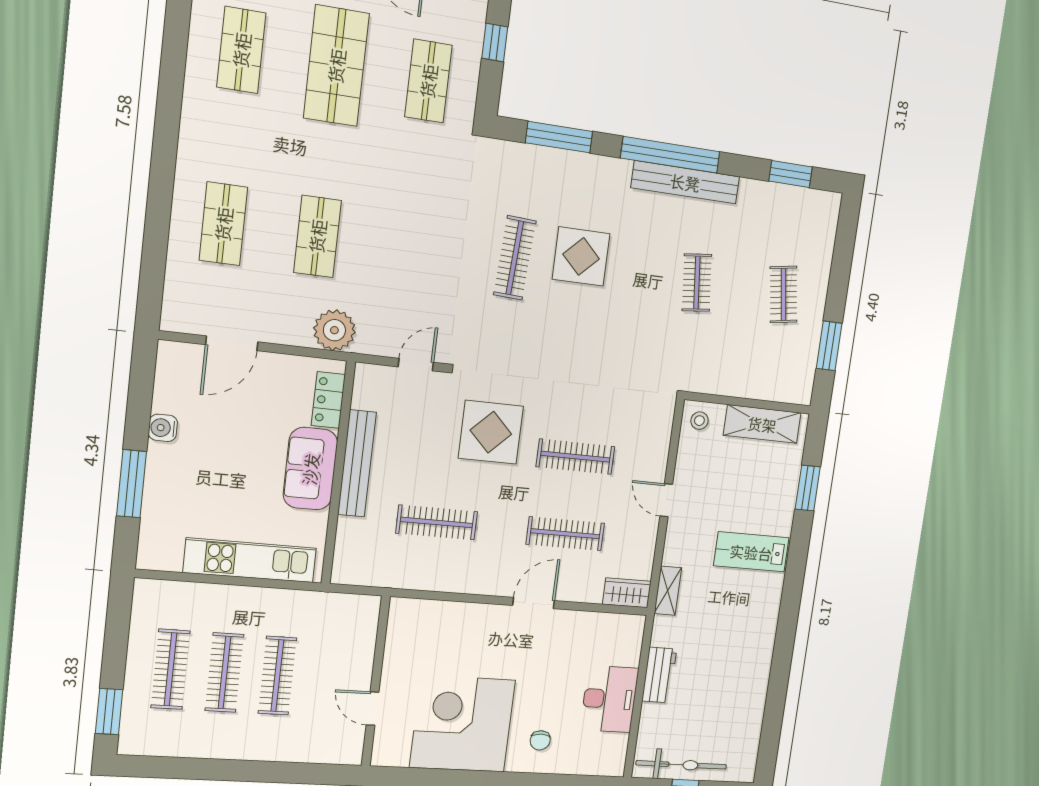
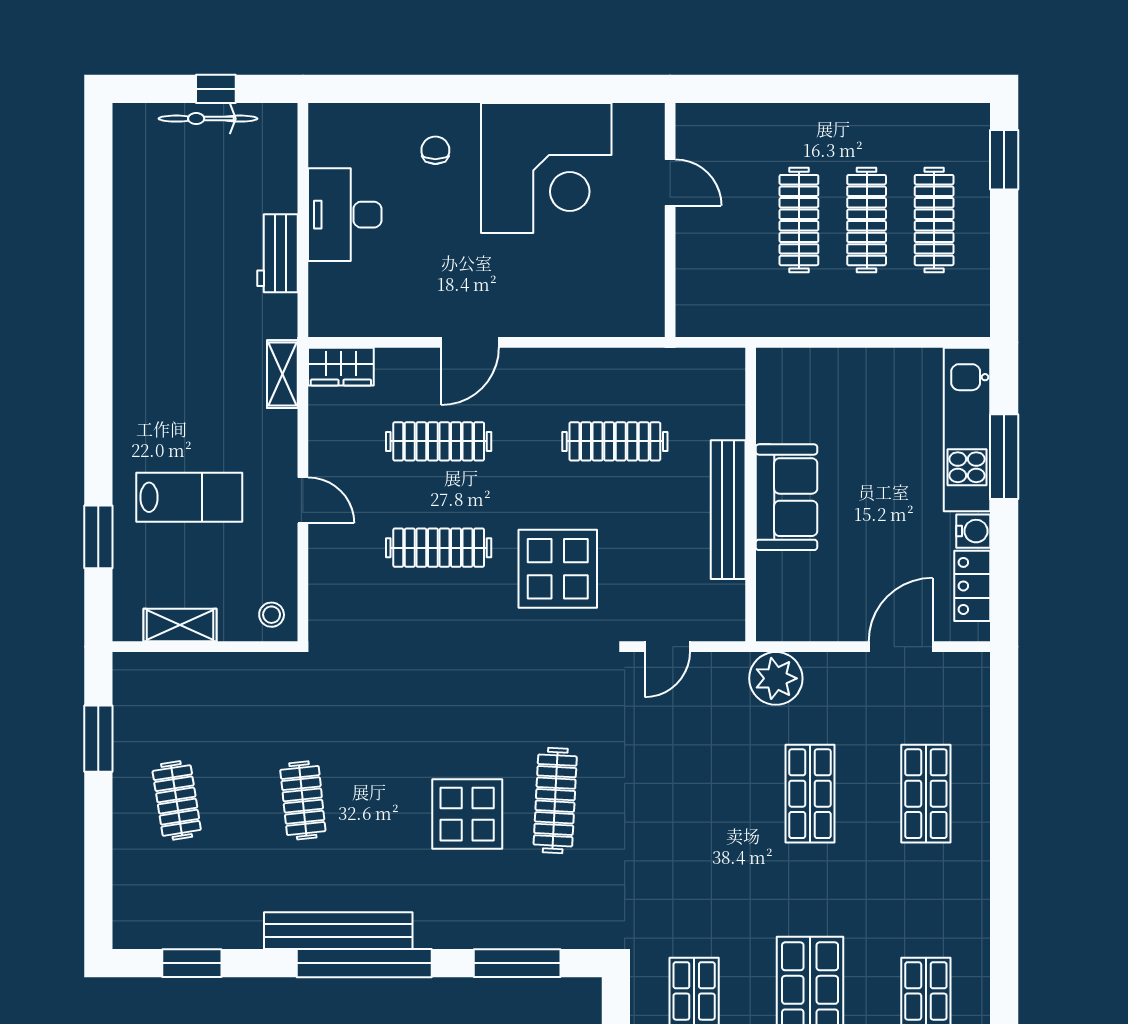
locker: (328, 400) -> (972, 586), moved, turned 180
shelving: (762, 424) -> (180, 625), width x0.67, depth x0.75
lab bench: (751, 552) -> (189, 497), moved
kitchen unit: (250, 560) -> (967, 430), moved, turned 90
bicycle: (681, 765) -> (208, 119), width x0.73, depth x0.71

